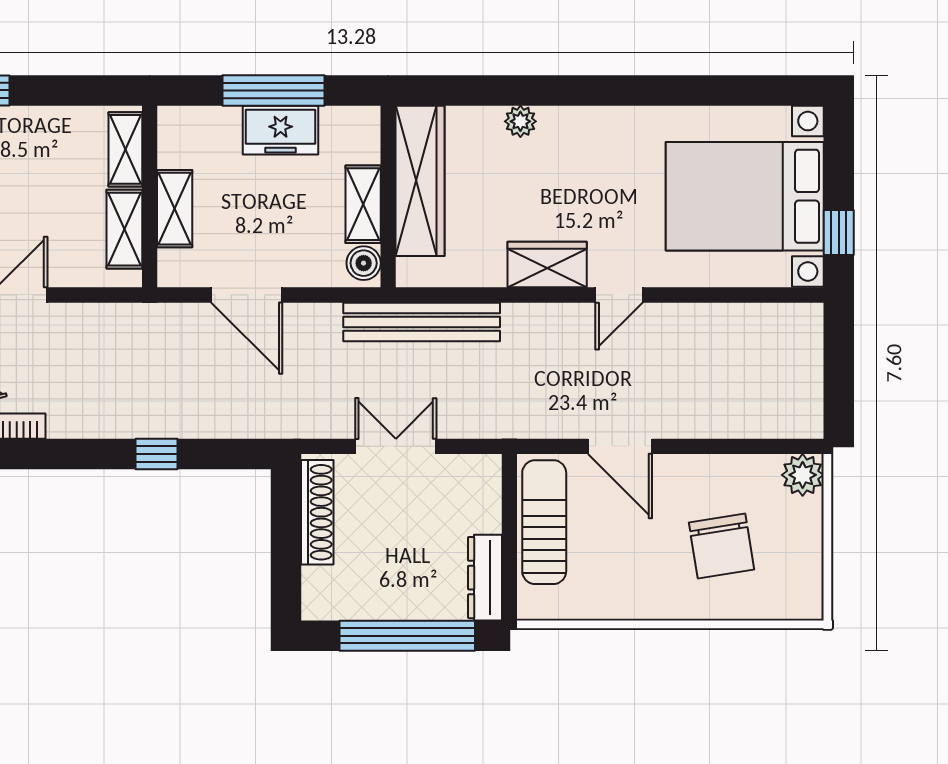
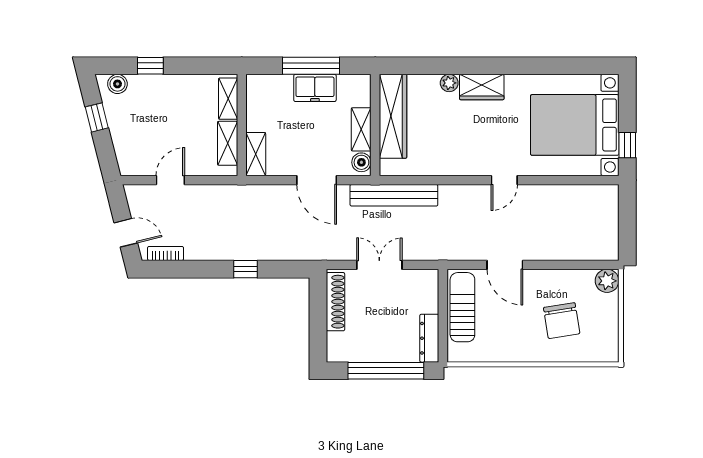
shelving: (175, 209) -> (256, 154), moved
wardrobe: (547, 264) -> (482, 87), moved, turned 180
door: (247, 295) -> (317, 180), moved

